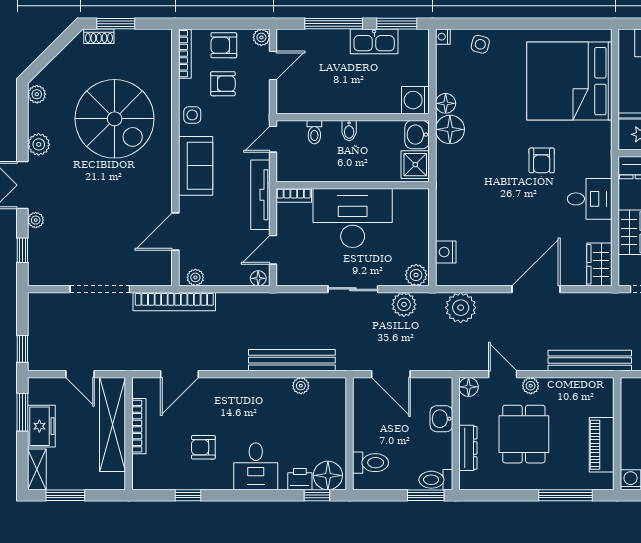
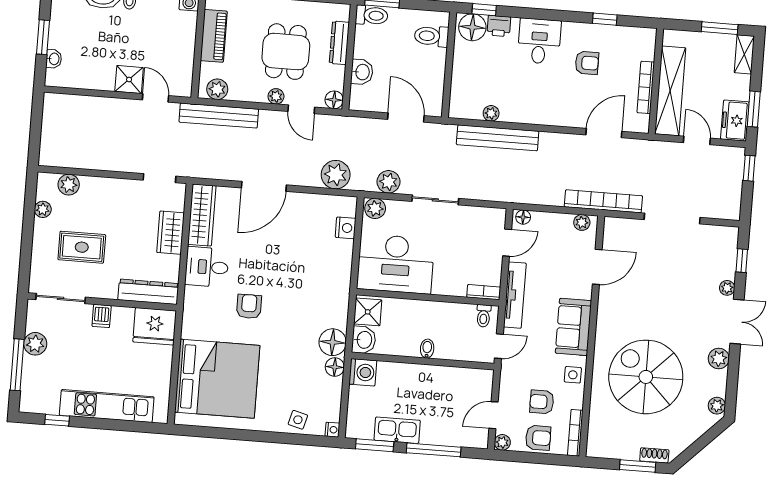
toilet: (314, 132) -> (484, 316), moved, turned 180
desk: (353, 218) -> (396, 264), moved
wardrobe: (599, 264) -> (202, 215), width x1.50
plant: (594, 388) -> (217, 89), added
freezer: (41, 426) -> (735, 121), moved

